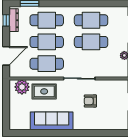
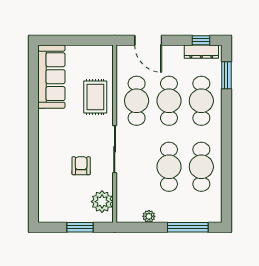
plant: (22, 87) -> (102, 202), moved
sofa: (52, 121) -> (51, 77), moved

